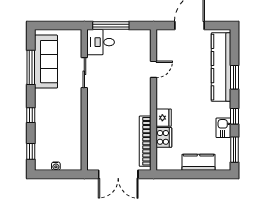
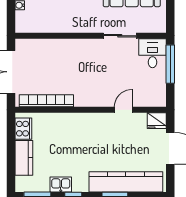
door: (154, 69) -> (123, 110), swing flipped
fridge: (164, 118) -> (157, 121), moved
cooker: (164, 137) -> (23, 129), moved, turned -90

